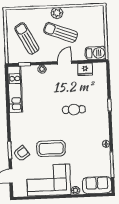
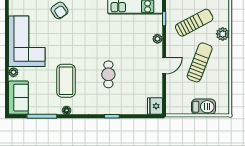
plant: (57, 13) -> (223, 34), moved
barbecue: (96, 53) -> (203, 107), moved, turned -90
door: (65, 62) -> (164, 66), hinge flipped
fridge: (85, 69) -> (155, 106), moved
coffee table: (51, 148) -> (66, 81), moved

